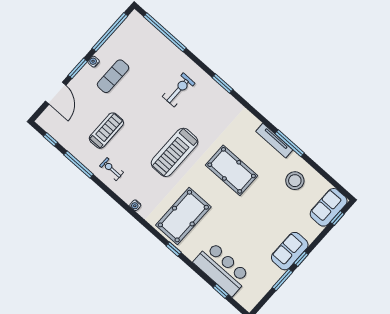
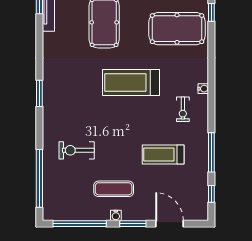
exercise bike: (179, 90) -> (77, 150), moved
door: (56, 93) -> (170, 224), hinge flipped
treadmill: (175, 152) -> (131, 83), turned 180
exercise bike: (112, 169) -> (183, 109), moved
water cooler: (135, 205) -> (203, 89), moved

